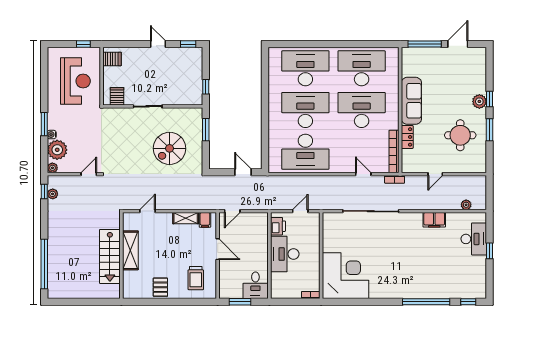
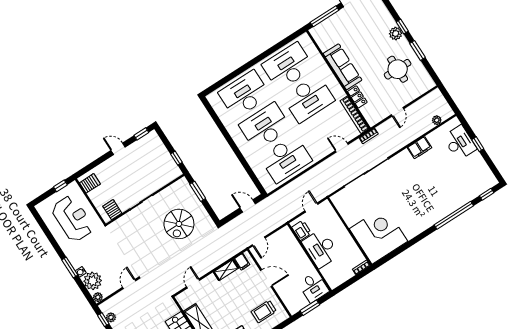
desk: (362, 110) -> (309, 99), turned 180
trolley: (196, 278) -> (264, 311), turned 90

